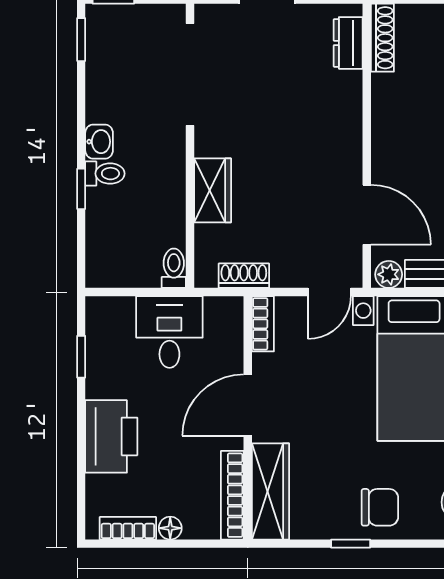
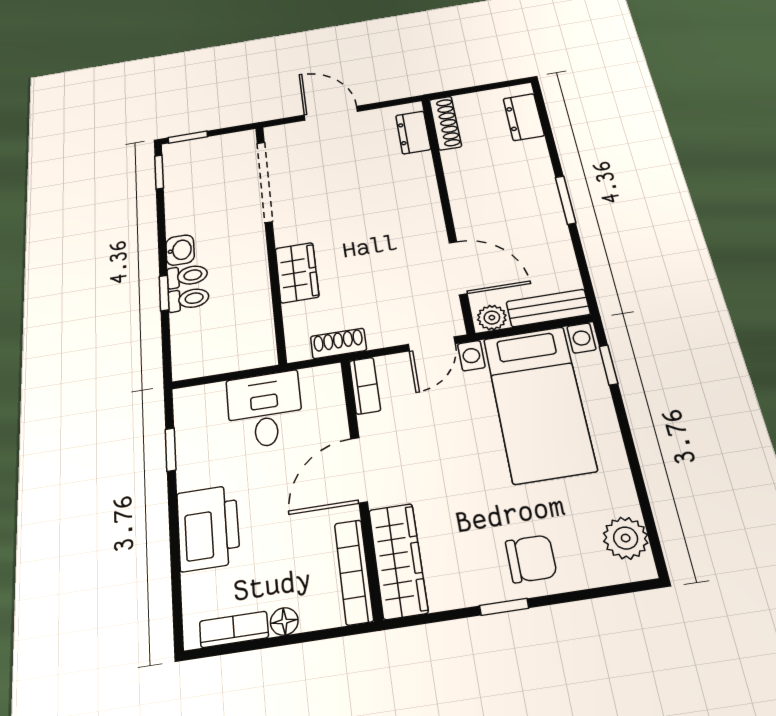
toilet: (174, 268) -> (189, 299), moved, turned 90

